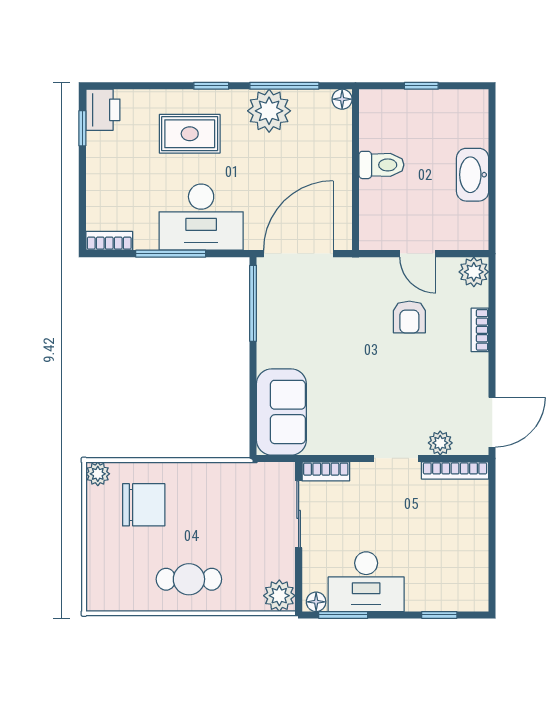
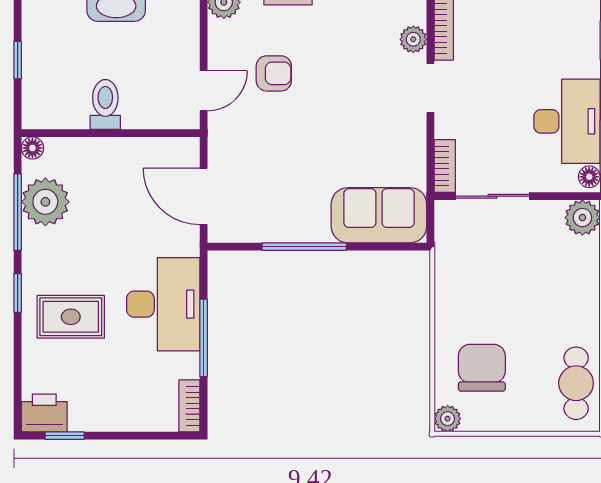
plant: (269, 111) -> (45, 202), moved
rug: (190, 134) -> (71, 317), turned 90
door: (298, 254) -> (204, 196), width x0.73
door: (418, 254) -> (204, 91), moved
window: (253, 303) -> (304, 247), moved
cafe table: (189, 579) -> (576, 383), moved

